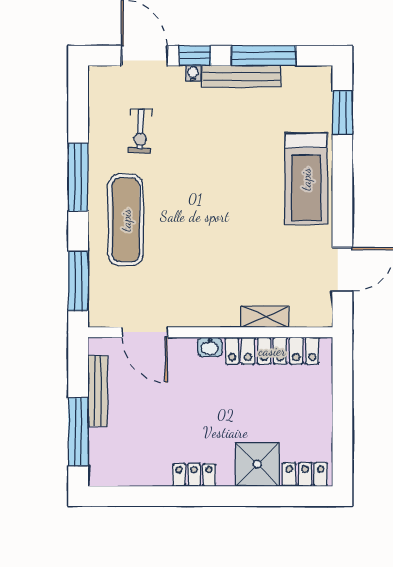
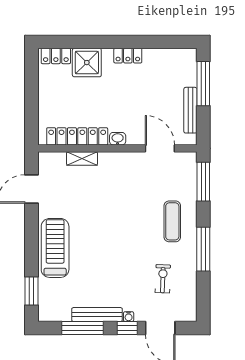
exercise mat: (126, 220) -> (172, 221), width x0.73, depth x0.69

